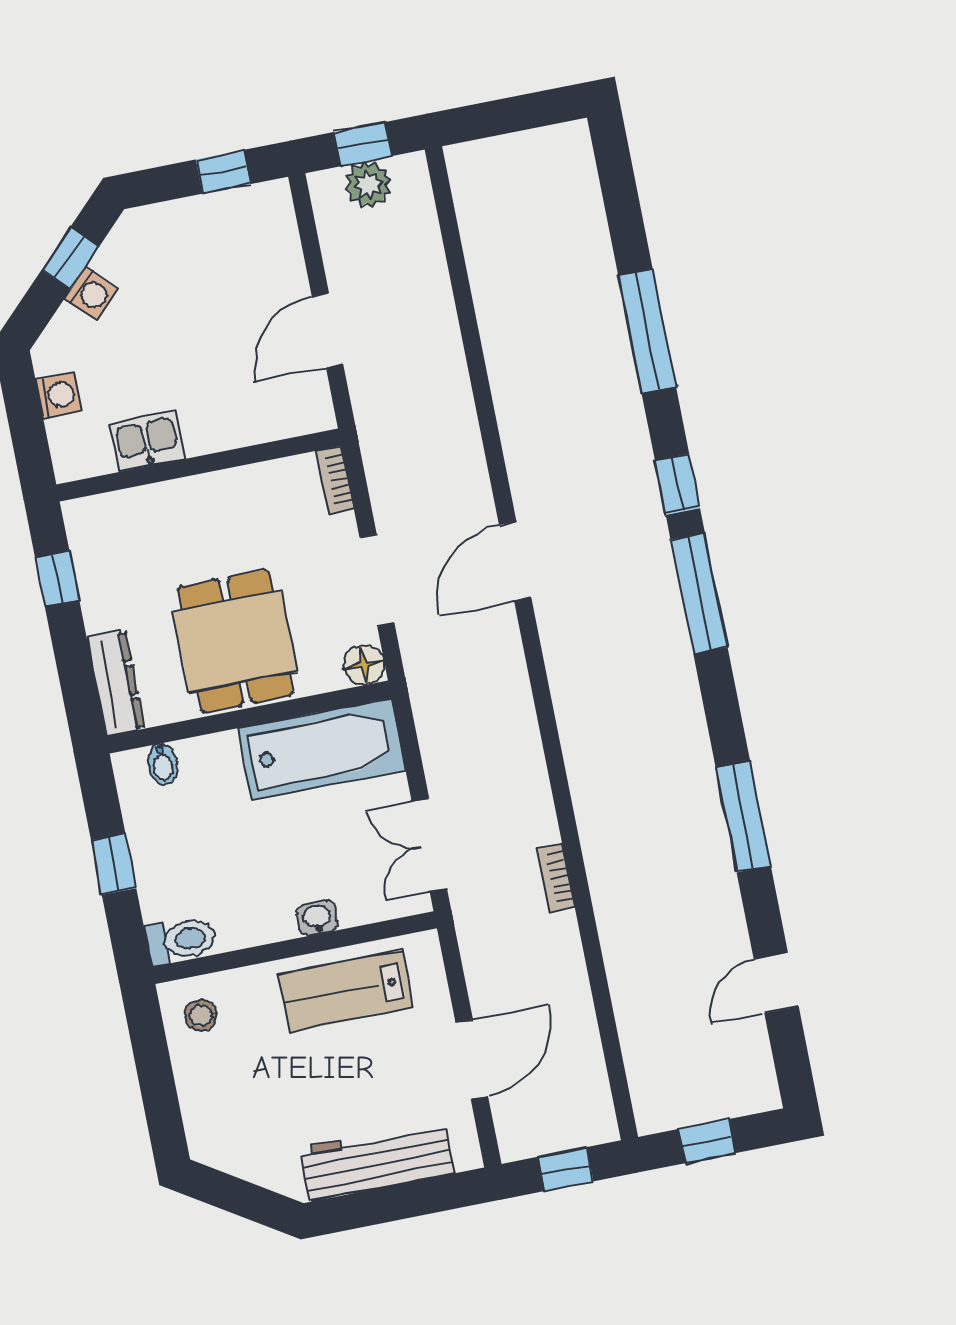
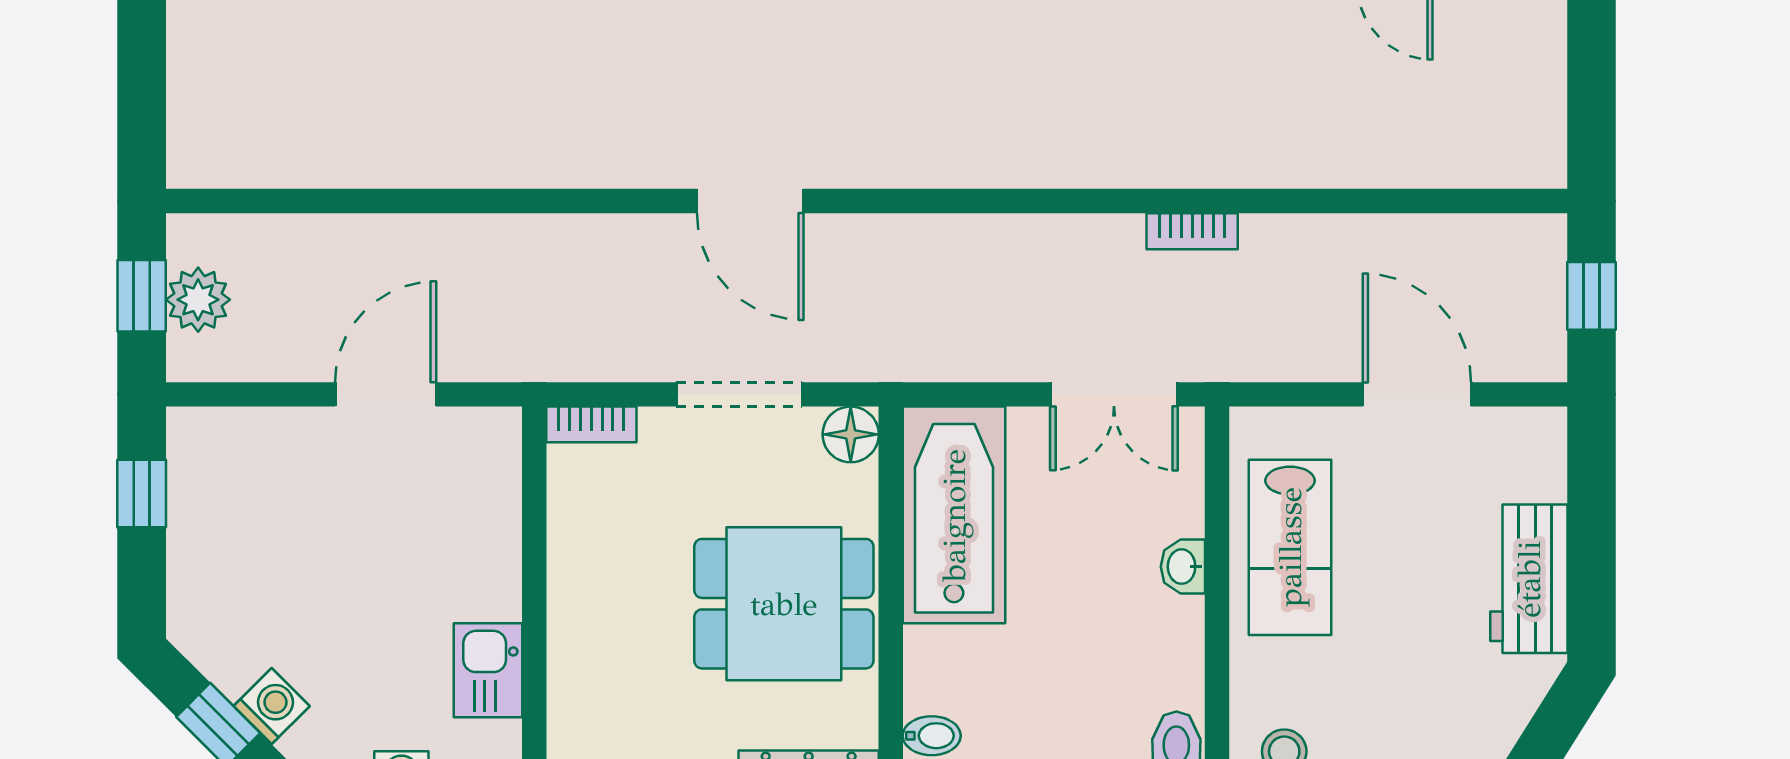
door: (327, 330) -> (386, 394), swing flipped
window: (707, 1141) -> (1591, 96), removed
workbench: (377, 1160) -> (1529, 579), width x0.73

